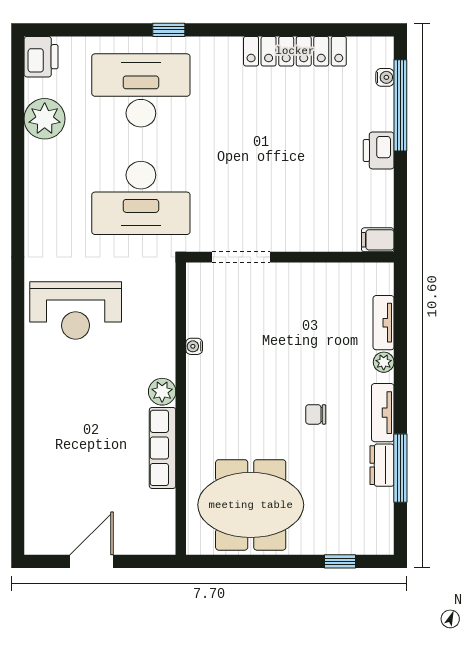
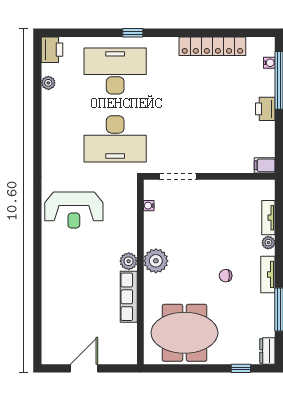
plant: (45, 119) -> (48, 83), width x0.53, depth x0.53
water cooler: (194, 346) -> (149, 206), moved
plant: (205, 391) -> (156, 261), added
dresser: (382, 465) -> (267, 351), moved

